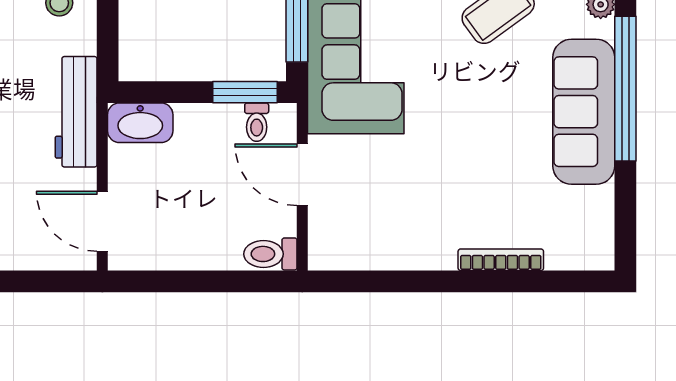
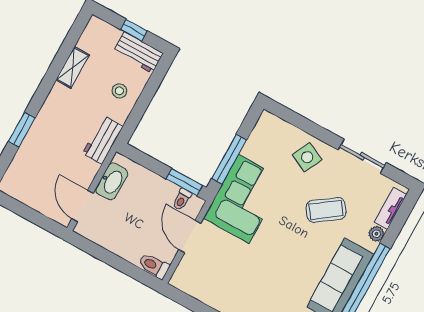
workbench: (76, 112) -> (103, 140), width x0.73
washbasin: (140, 123) -> (112, 181), moved, turned -90

